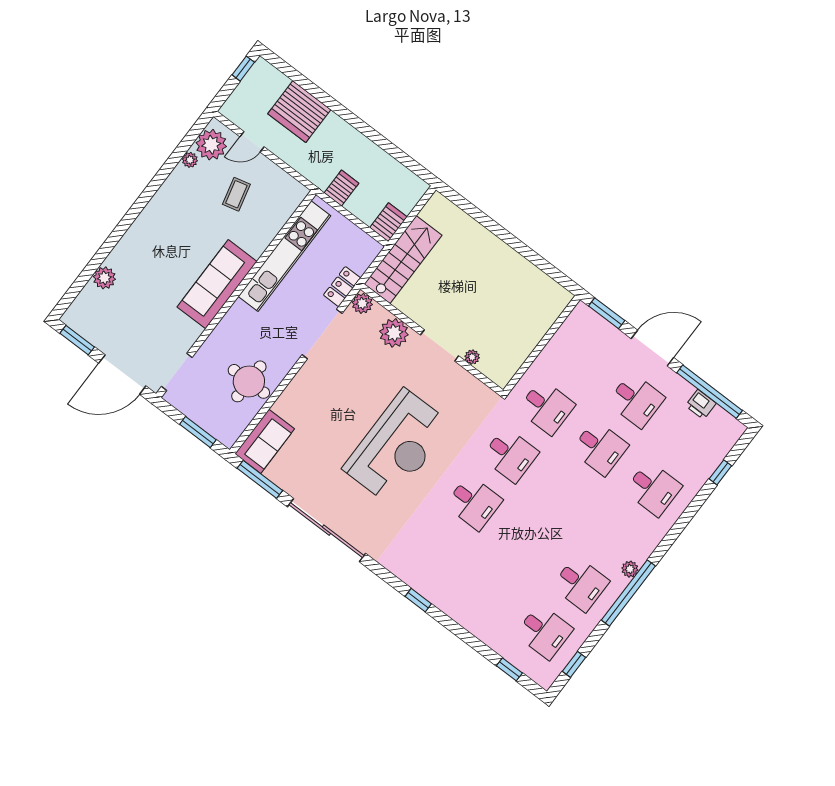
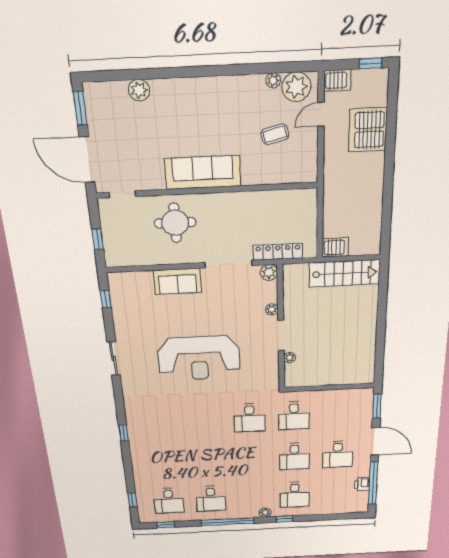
door: (252, 142) -> (321, 114), hinge flipped
server rack: (342, 188) -> (337, 80), moved
kitchen unit: (284, 256) -> (259, 201), removed
stairs: (403, 260) -> (344, 273), moved
locker: (342, 287) -> (278, 252), width x1.53
plant: (394, 333) -> (272, 309), width x0.53, depth x0.53
doorway: (177, 372) -> (122, 194), width x0.73
round table: (249, 381) -> (175, 223), moved
window: (198, 432) -> (98, 239), width x0.67
sofa: (265, 441) -> (177, 281), moved
window: (720, 472) -> (284, 519), moved
window: (260, 479) -> (106, 299), width x0.46
desk: (474, 503) -> (205, 420), removed
sliding door: (326, 530) -> (114, 359), width x0.54
plant: (630, 569) -> (265, 513), moved

